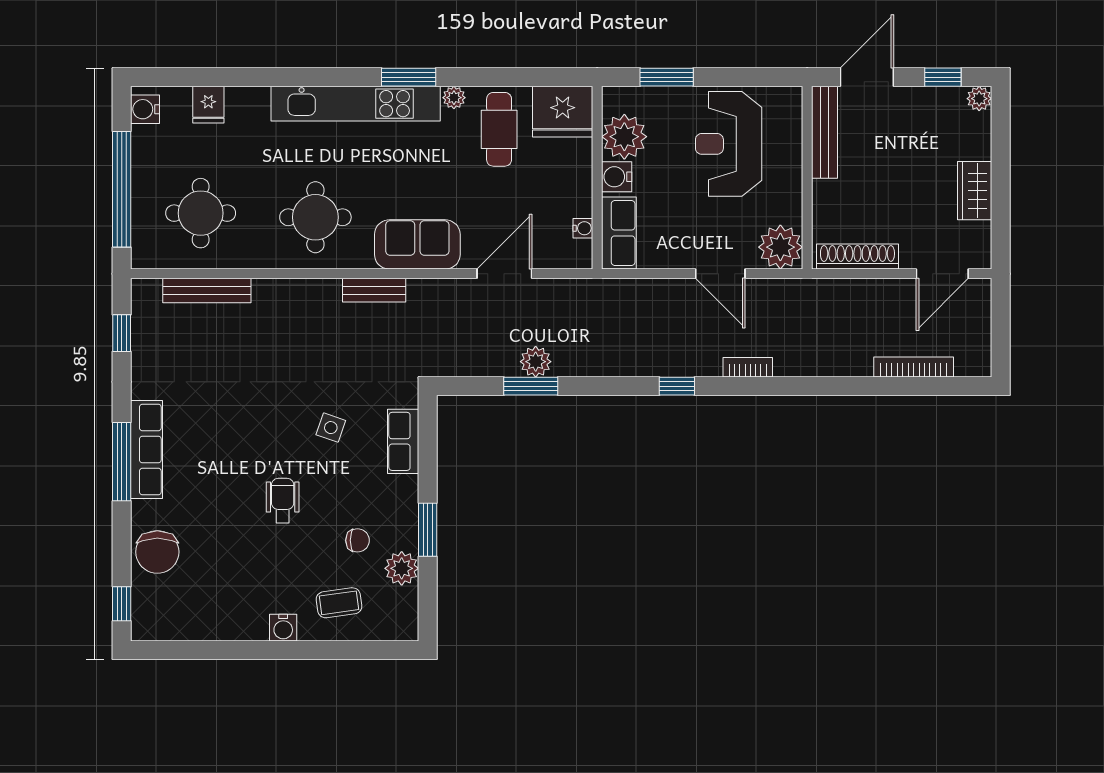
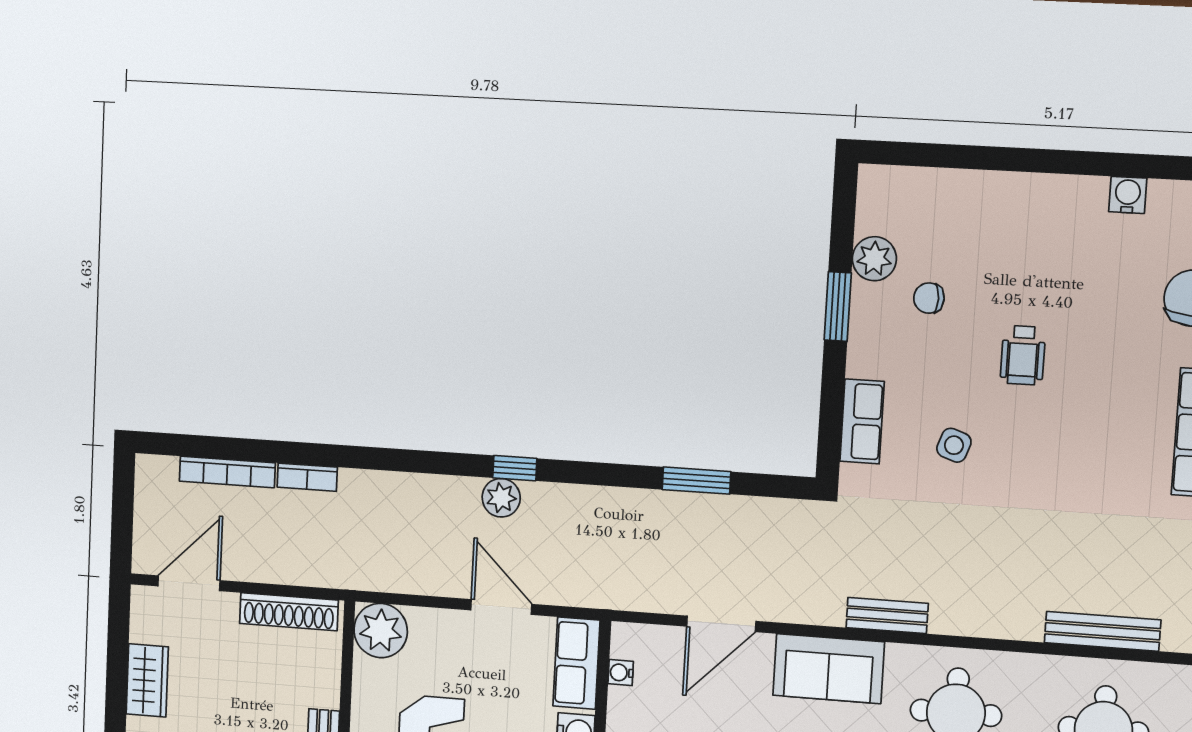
door: (720, 274) -> (501, 607), moved
plant: (536, 362) -> (501, 498), moved
bookcase: (748, 367) -> (307, 477), moved
coffee table: (339, 603) -> (958, 219), removed
water cooler: (283, 628) -> (1128, 195), moved

